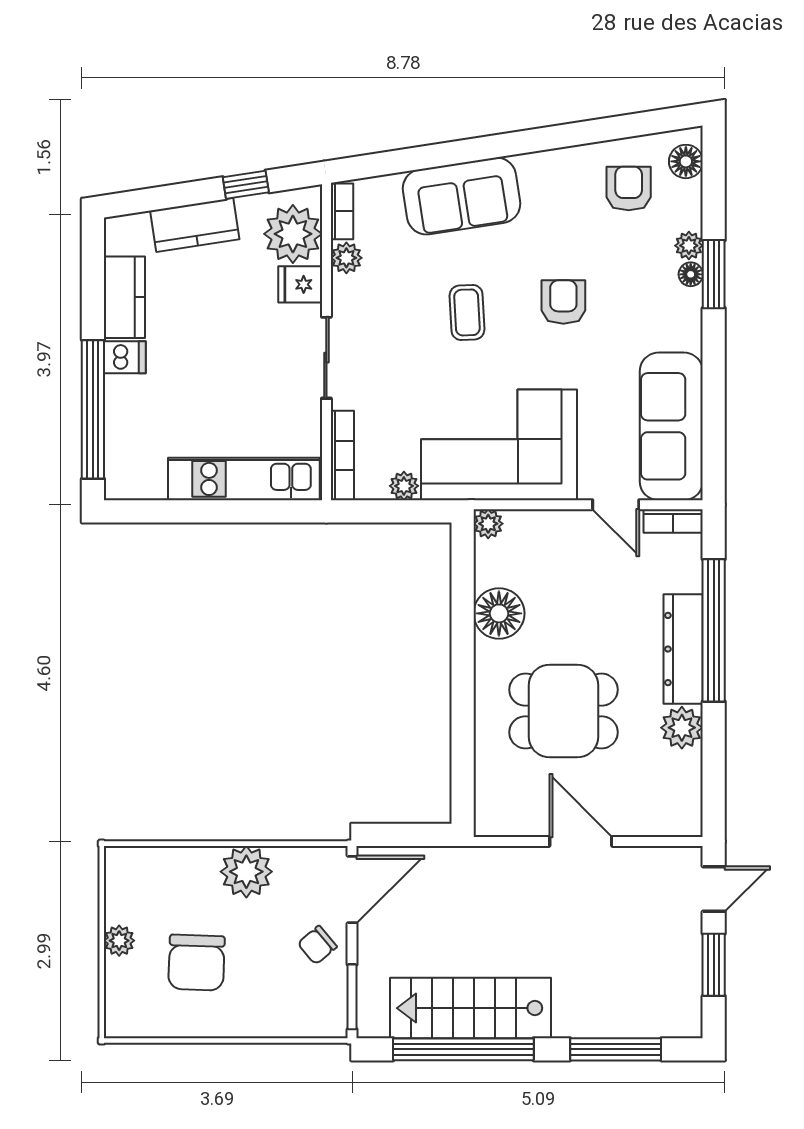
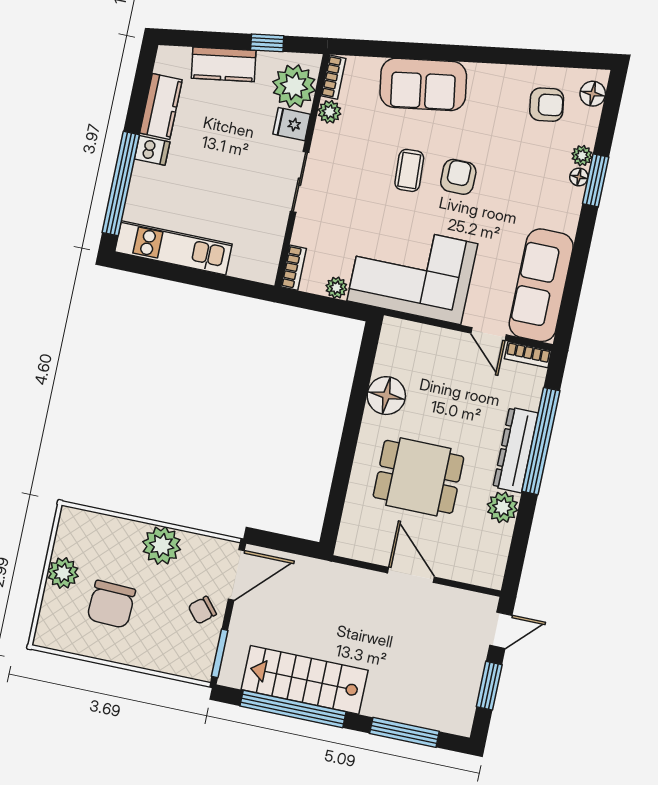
armchair: (629, 189) -> (547, 105), turned 82
armchair: (563, 302) -> (458, 177), moved
bookcase: (342, 455) -> (294, 268), width x0.64
kitchen unit: (244, 479) -> (173, 248), moved
plant: (488, 524) -> (392, 328), removed
plant: (119, 941) -> (63, 573), width x1.38, depth x1.38

